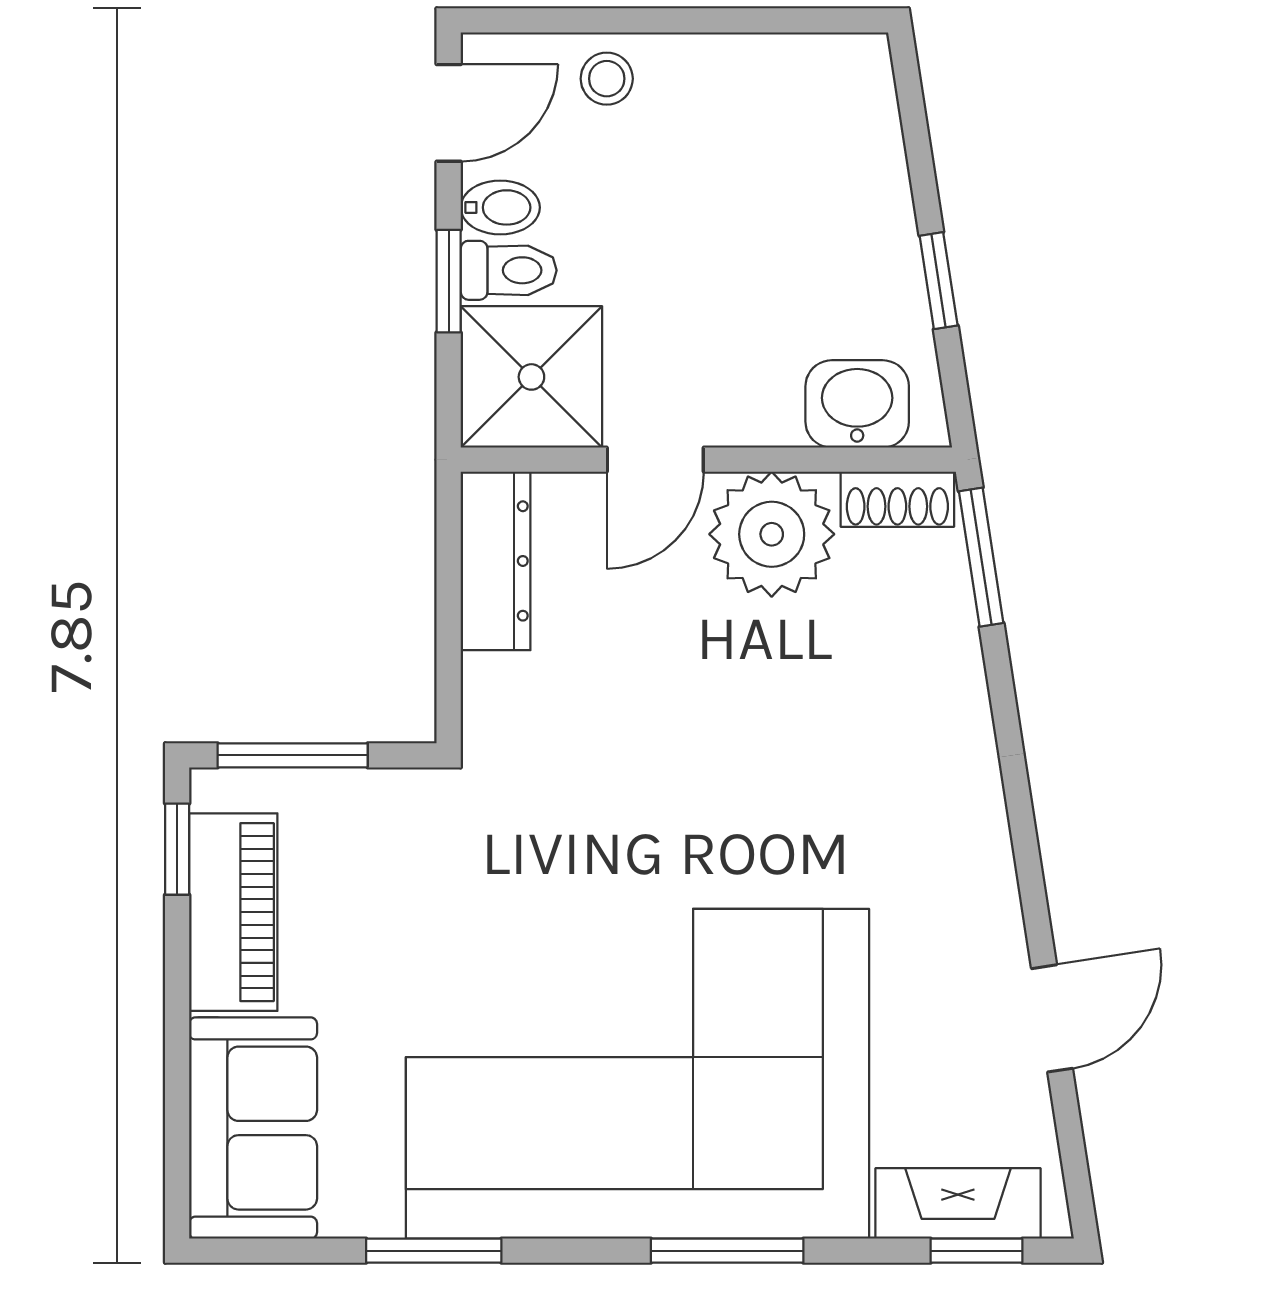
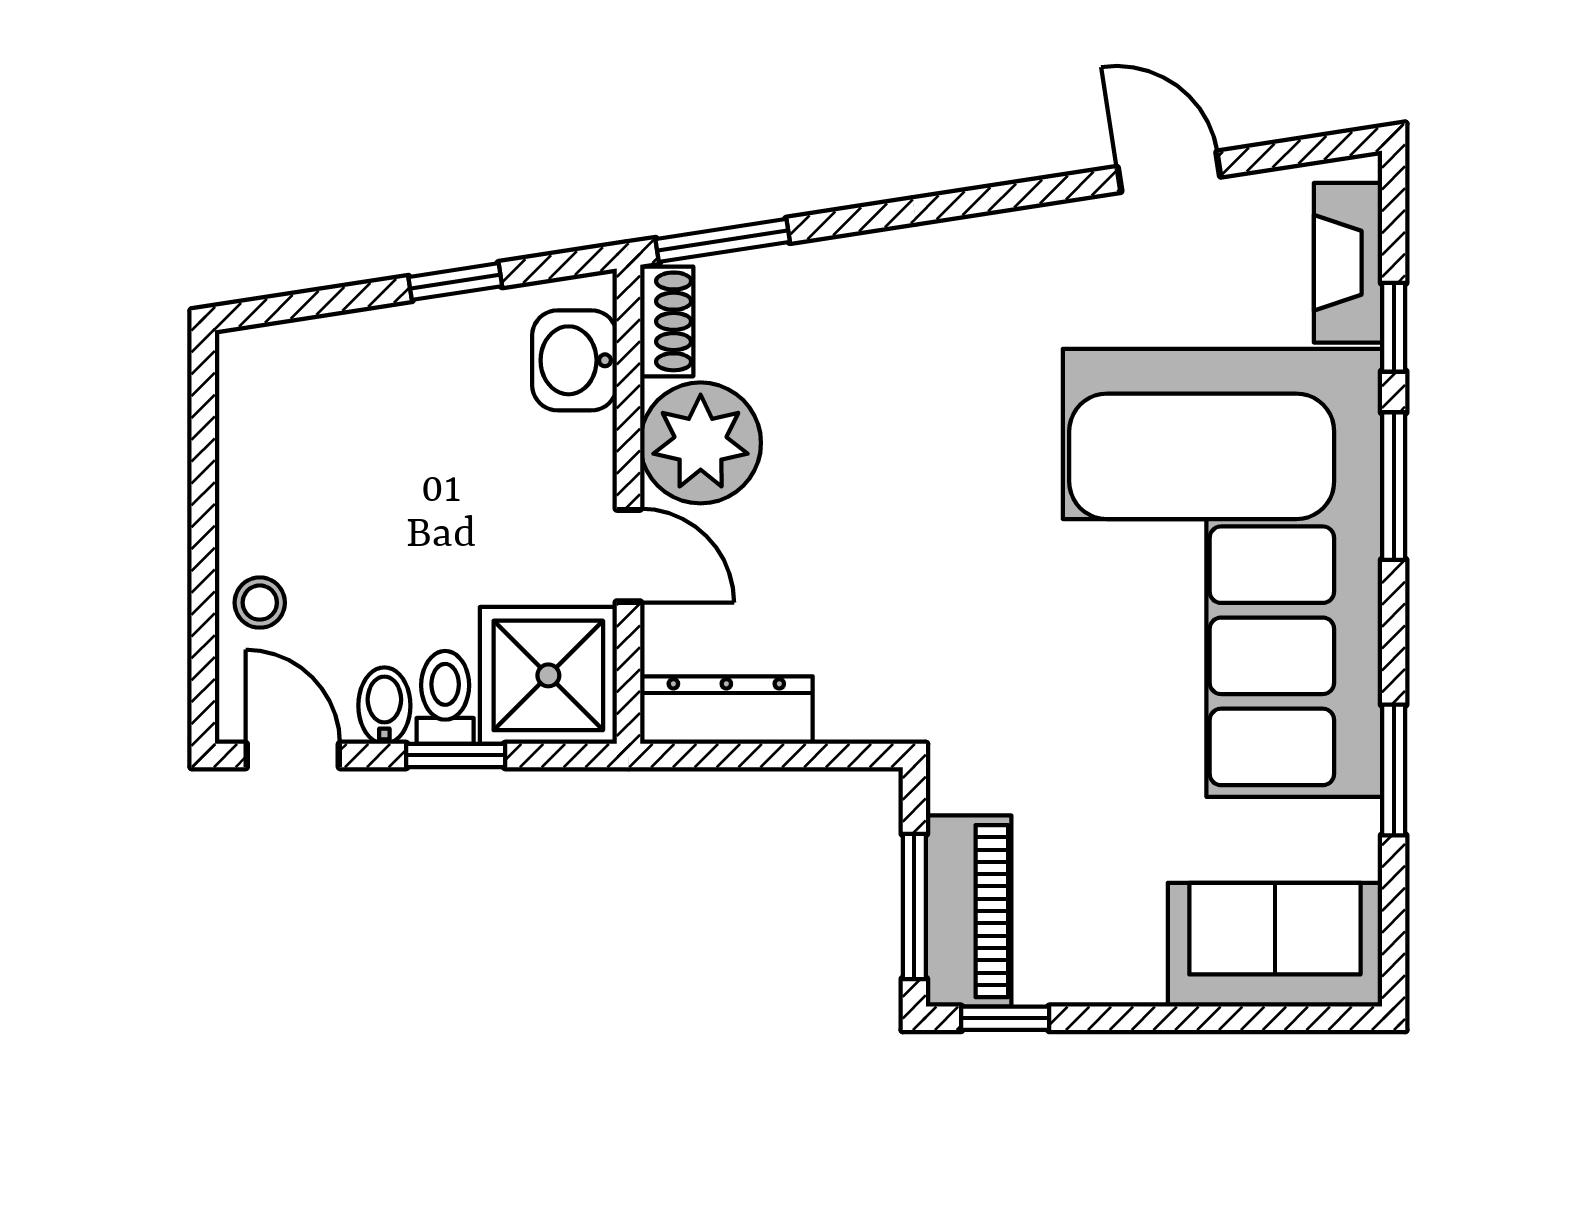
piano: (233, 912) -> (969, 911), moved, turned 90
window: (976, 1251) -> (1394, 327), moved

